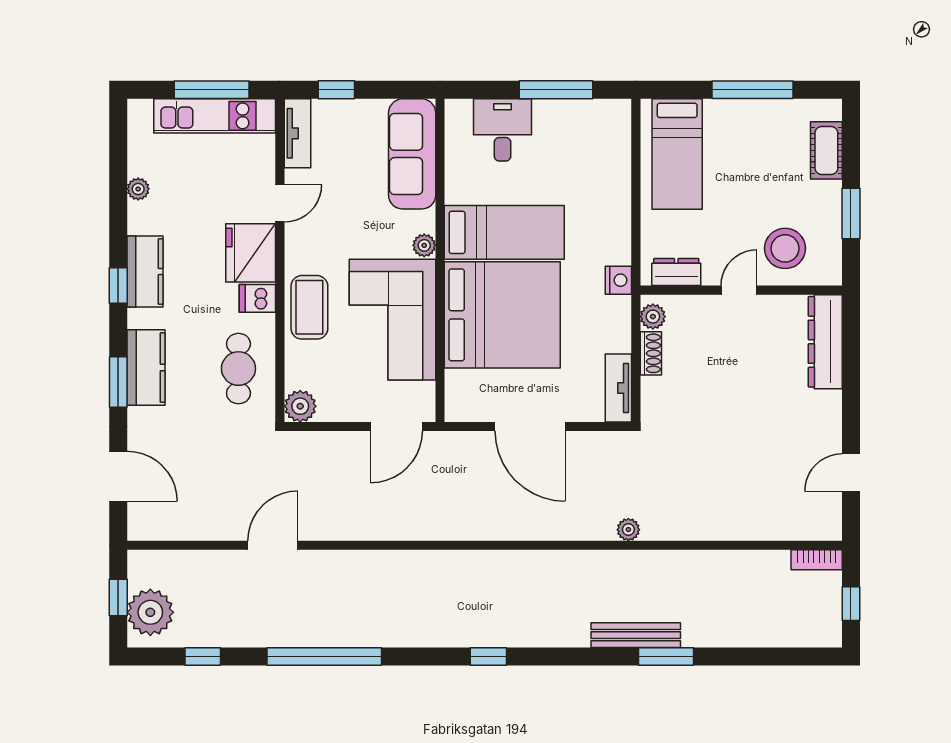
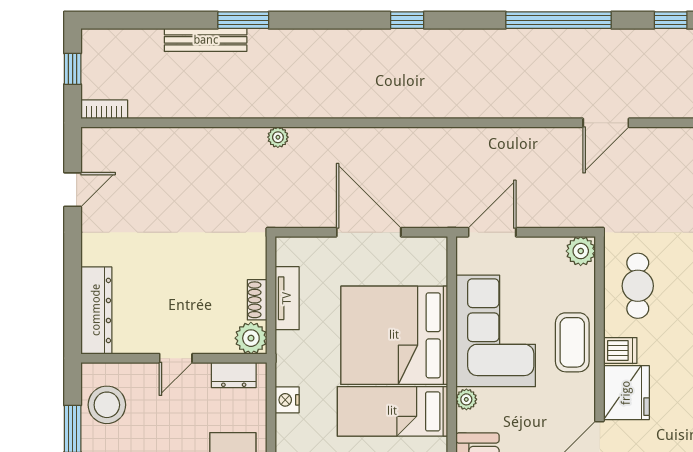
stool: (785, 248) -> (107, 405), moved
nightstand: (618, 280) -> (287, 400), moved
plant: (653, 317) -> (251, 338), width x1.38, depth x1.38
tv unit: (618, 388) -> (287, 298), moved
bench: (636, 635) -> (206, 40), moved

